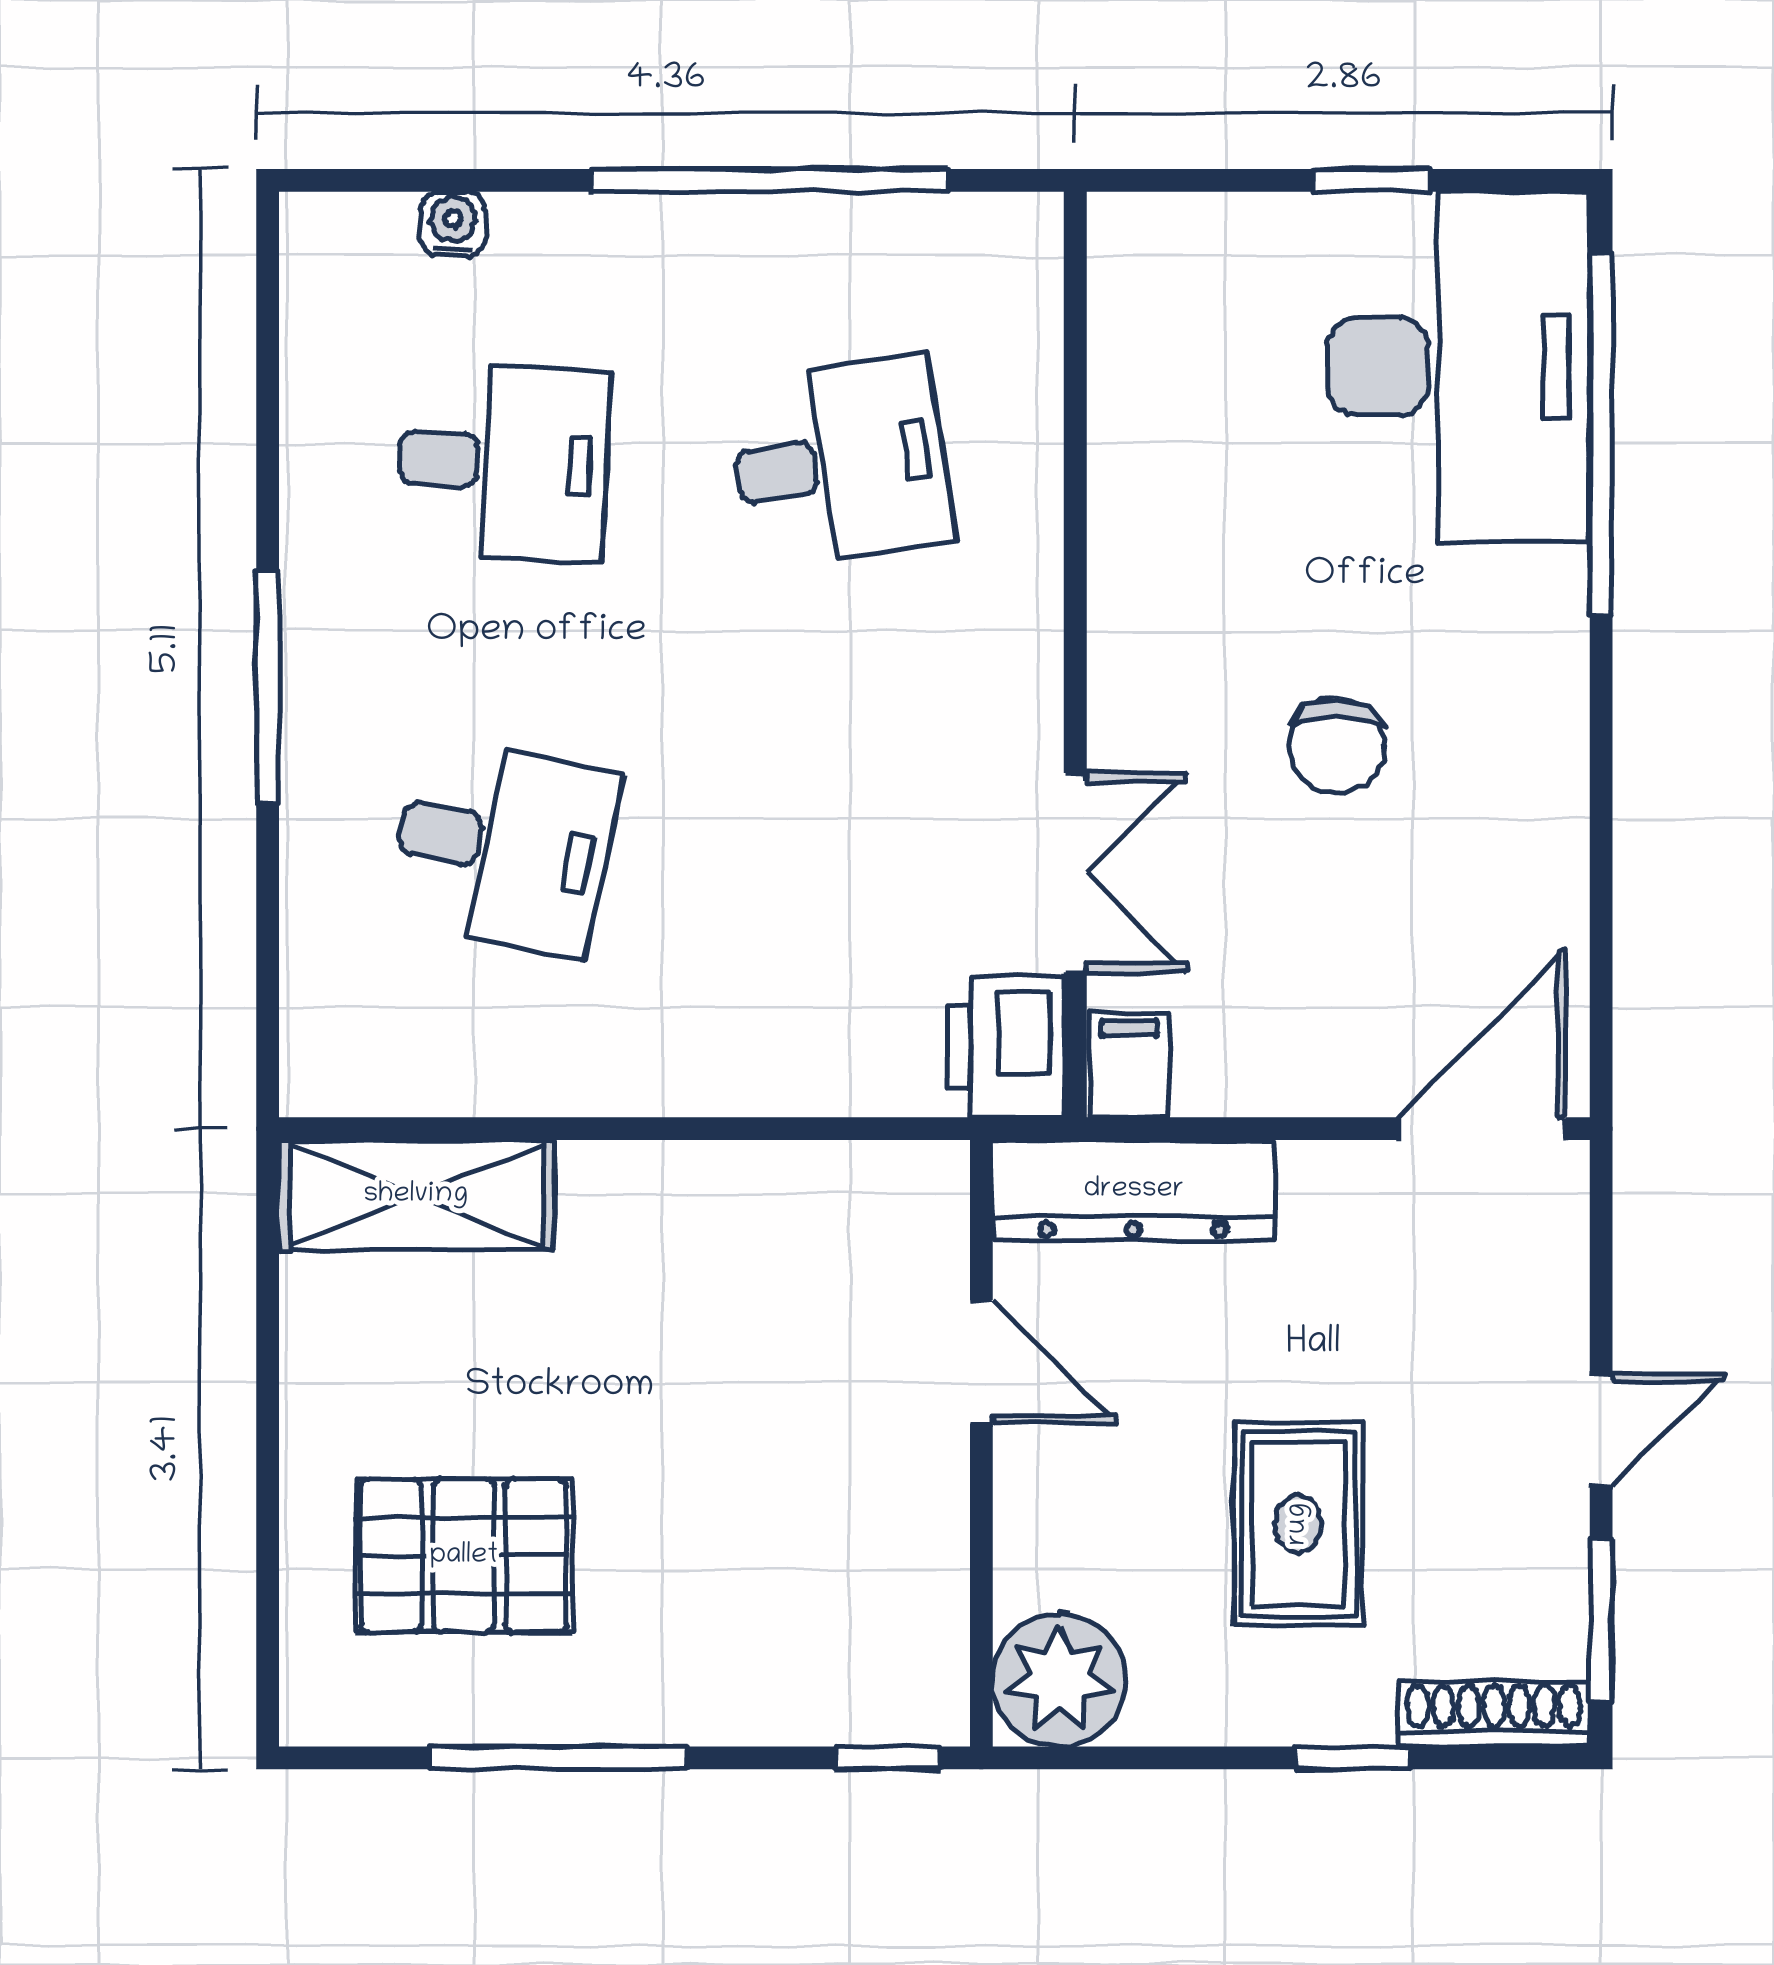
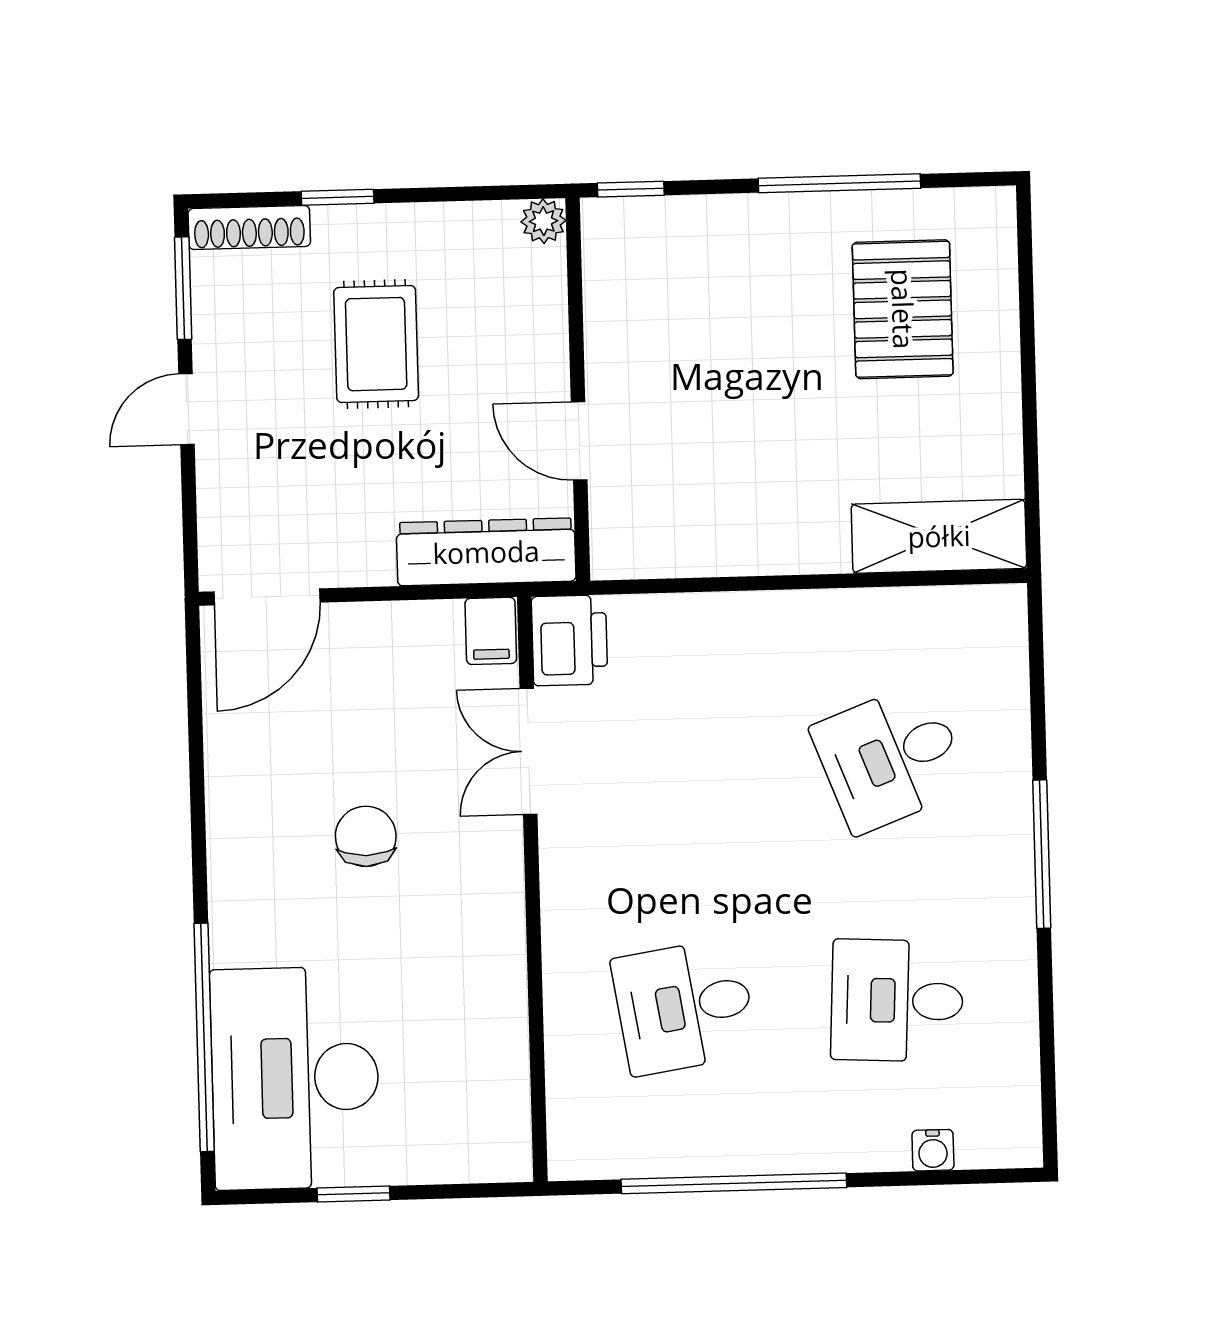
desk: (503, 847) -> (890, 758), turned -33
pallet: (464, 1556) -> (903, 309), turned 90
plant: (1059, 1680) -> (543, 221), width x0.53, depth x0.53

